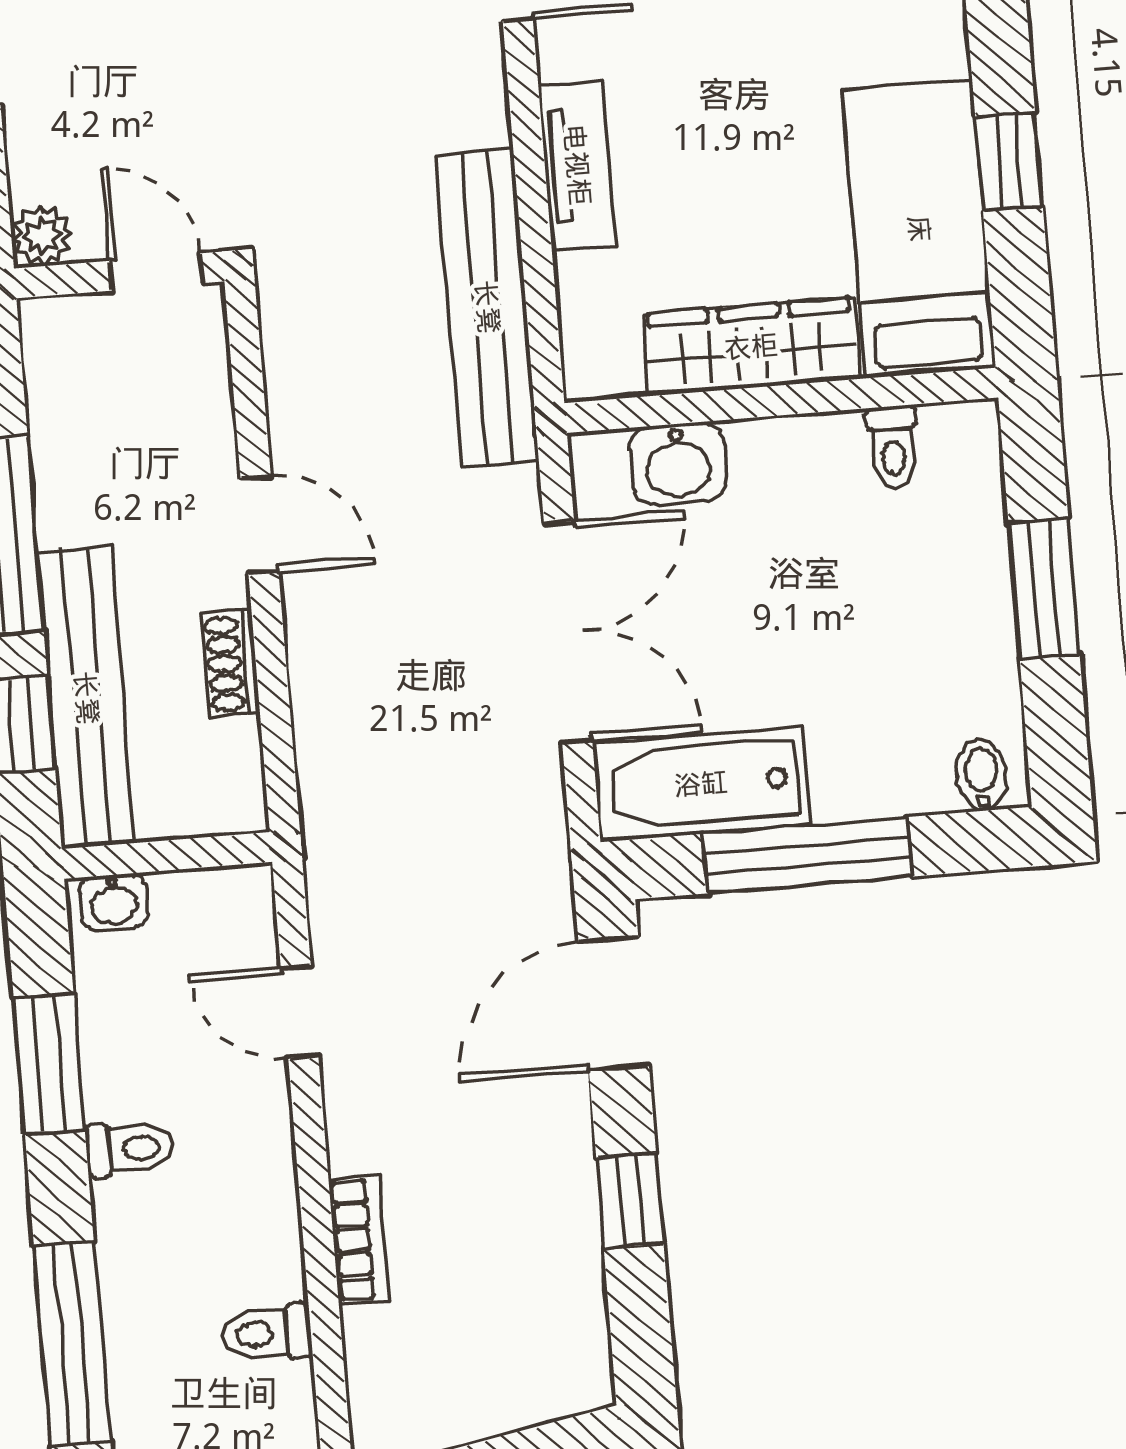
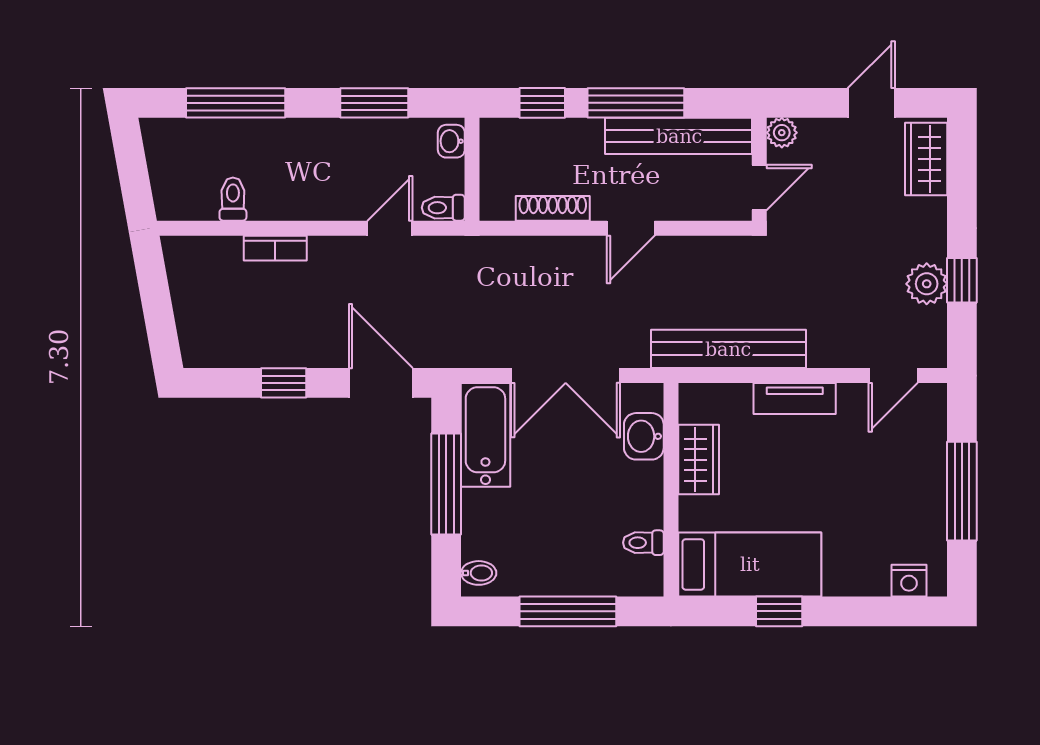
wardrobe: (751, 347) -> (699, 460), width x0.67
window: (1044, 588) -> (568, 611), width x1.44
shoe rack: (231, 663) -> (553, 208), width x1.43
bench: (86, 698) -> (679, 136), moved
toilet: (129, 1149) -> (443, 208), moved, turned 90

